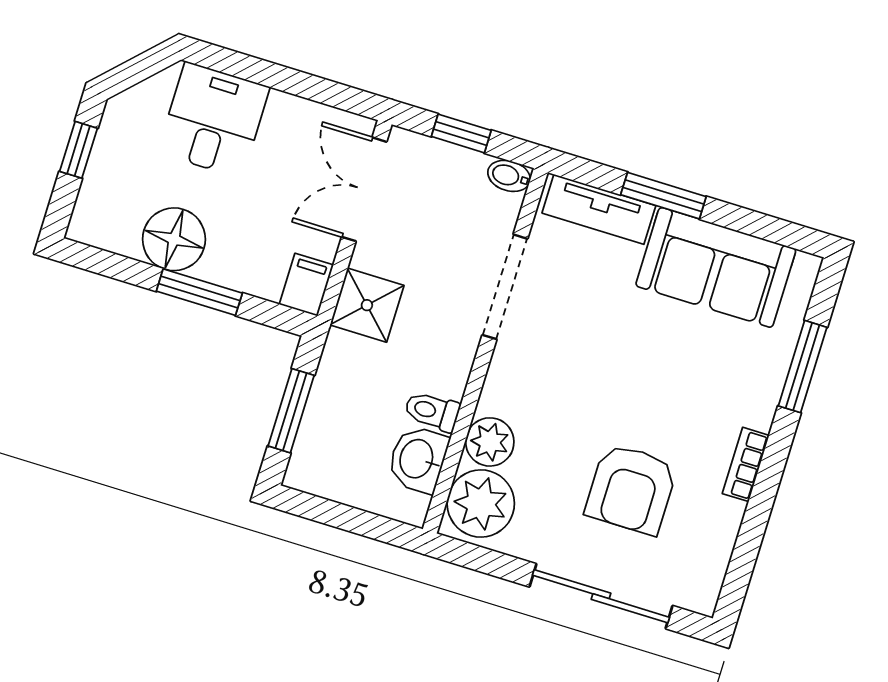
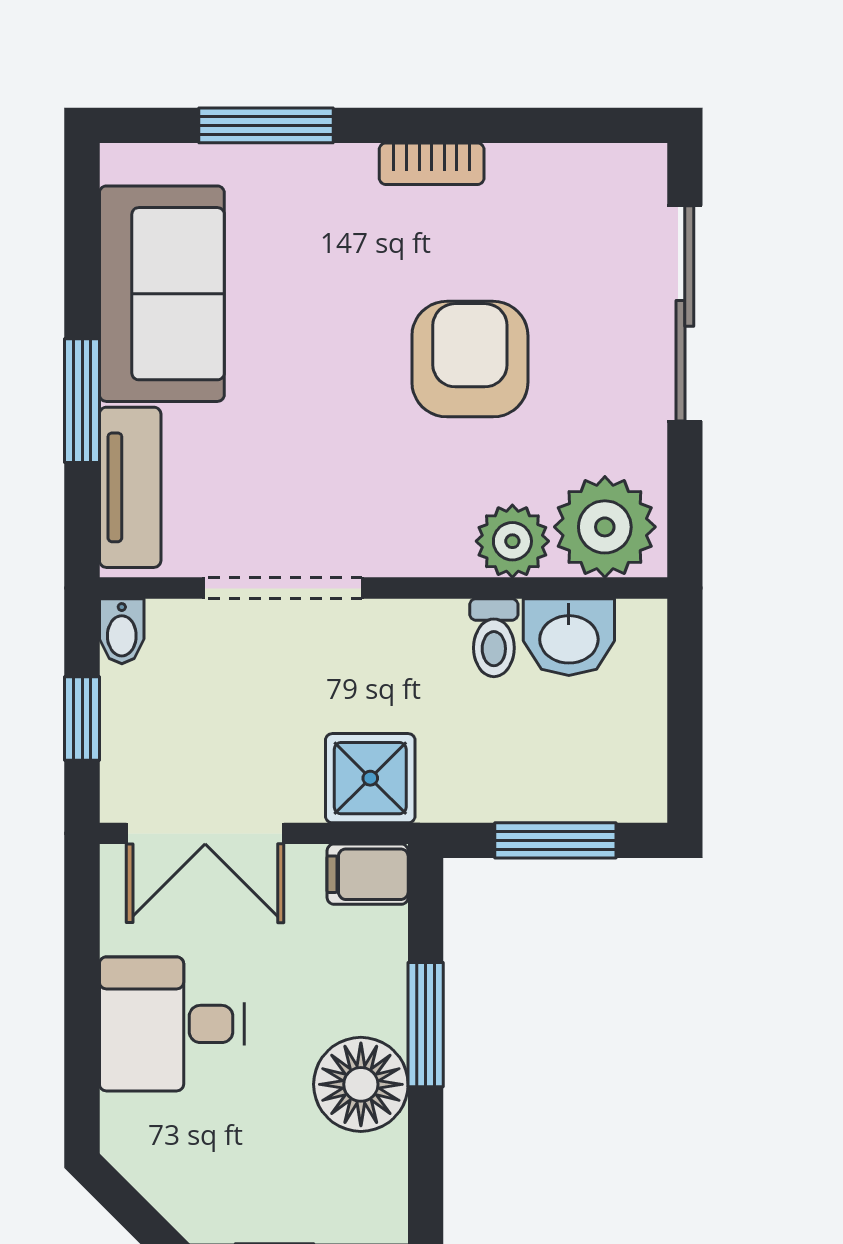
desk: (214, 120) -> (172, 1024), moved
armchair: (631, 489) -> (470, 359), moved, turned -90

